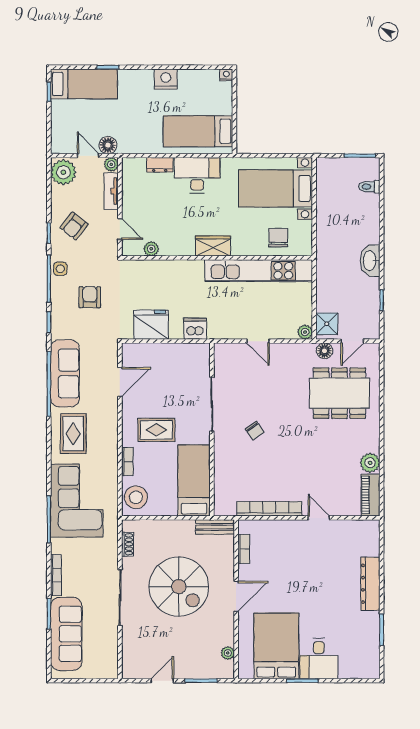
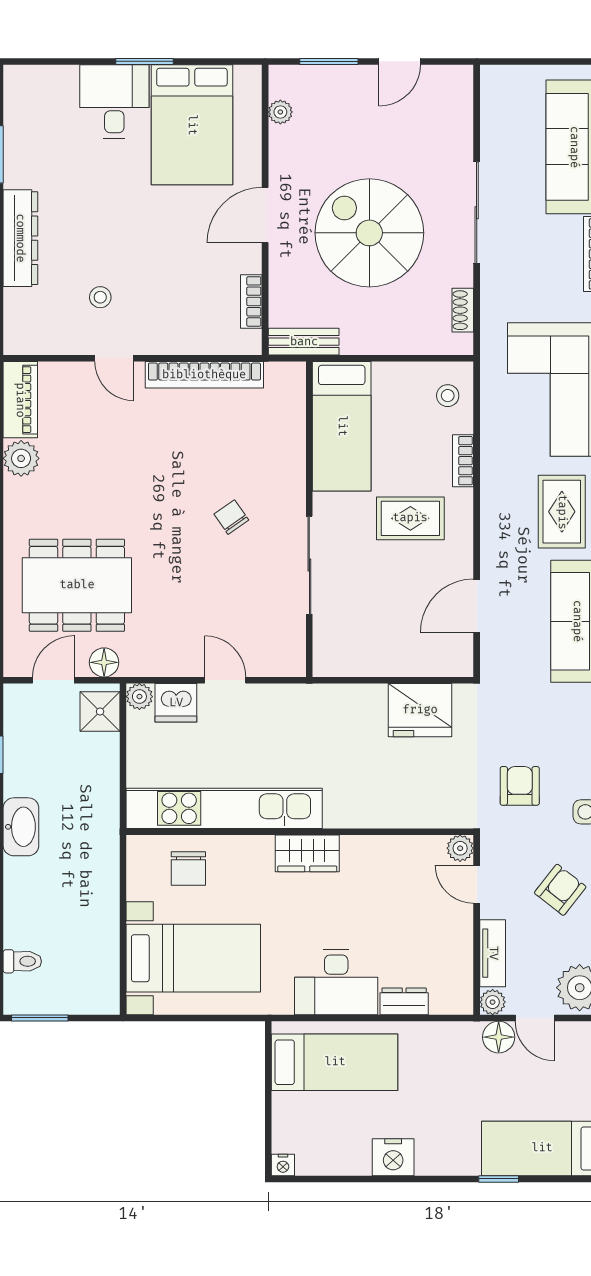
plant: (151, 249) -> (460, 848), moved
armchair: (90, 297) -> (520, 786), moved, turned 180
dishwasher: (195, 329) -> (176, 703), moved
stool: (136, 497) -> (448, 396), width x0.53, depth x0.53
stool: (327, 551) -> (100, 297), added

